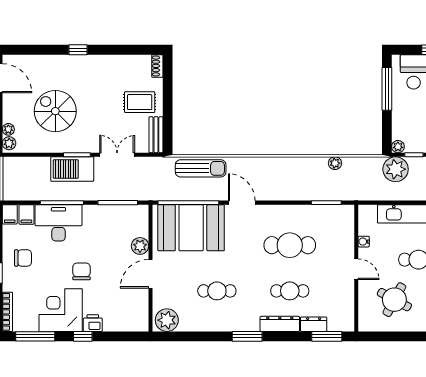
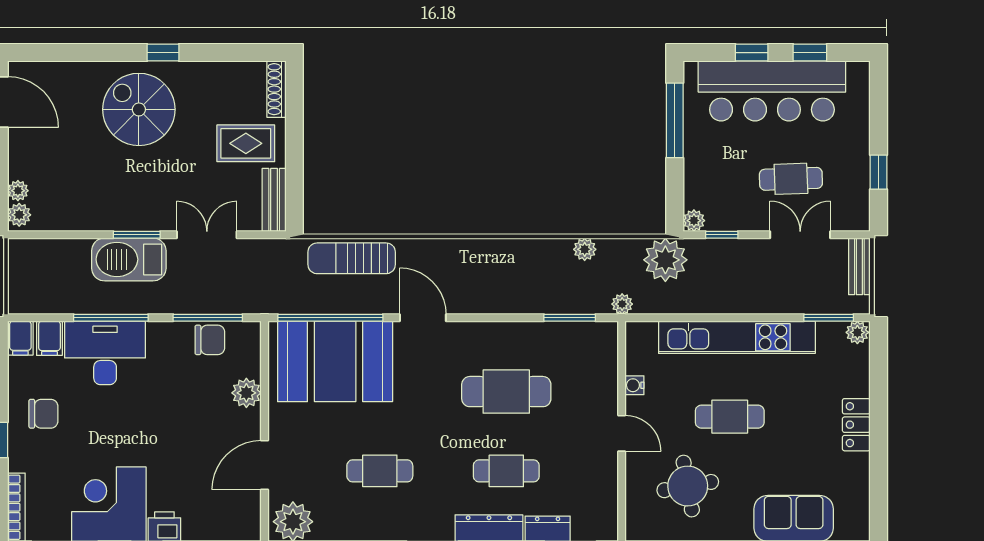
window: (78, 50) -> (163, 53), moved
shoe rack: (157, 66) -> (276, 89), width x1.43
spiral stairs: (55, 111) -> (139, 109), moved
sun lounger: (201, 168) -> (352, 258), turned 180
plant: (396, 169) -> (665, 260), moved
plant: (357, 195) -> (622, 304), added
chair: (81, 271) -> (210, 340), moved, turned 90
door: (150, 274) -> (265, 465), moved
round table: (394, 300) -> (688, 486), turned -38

